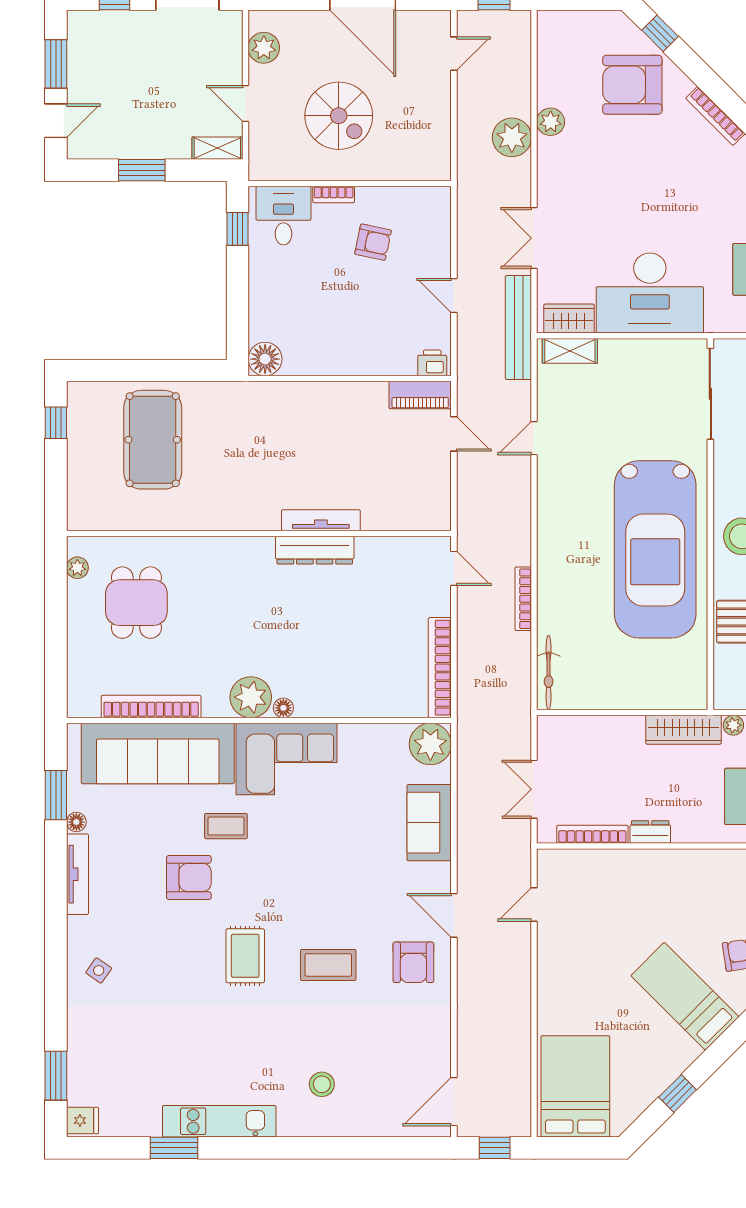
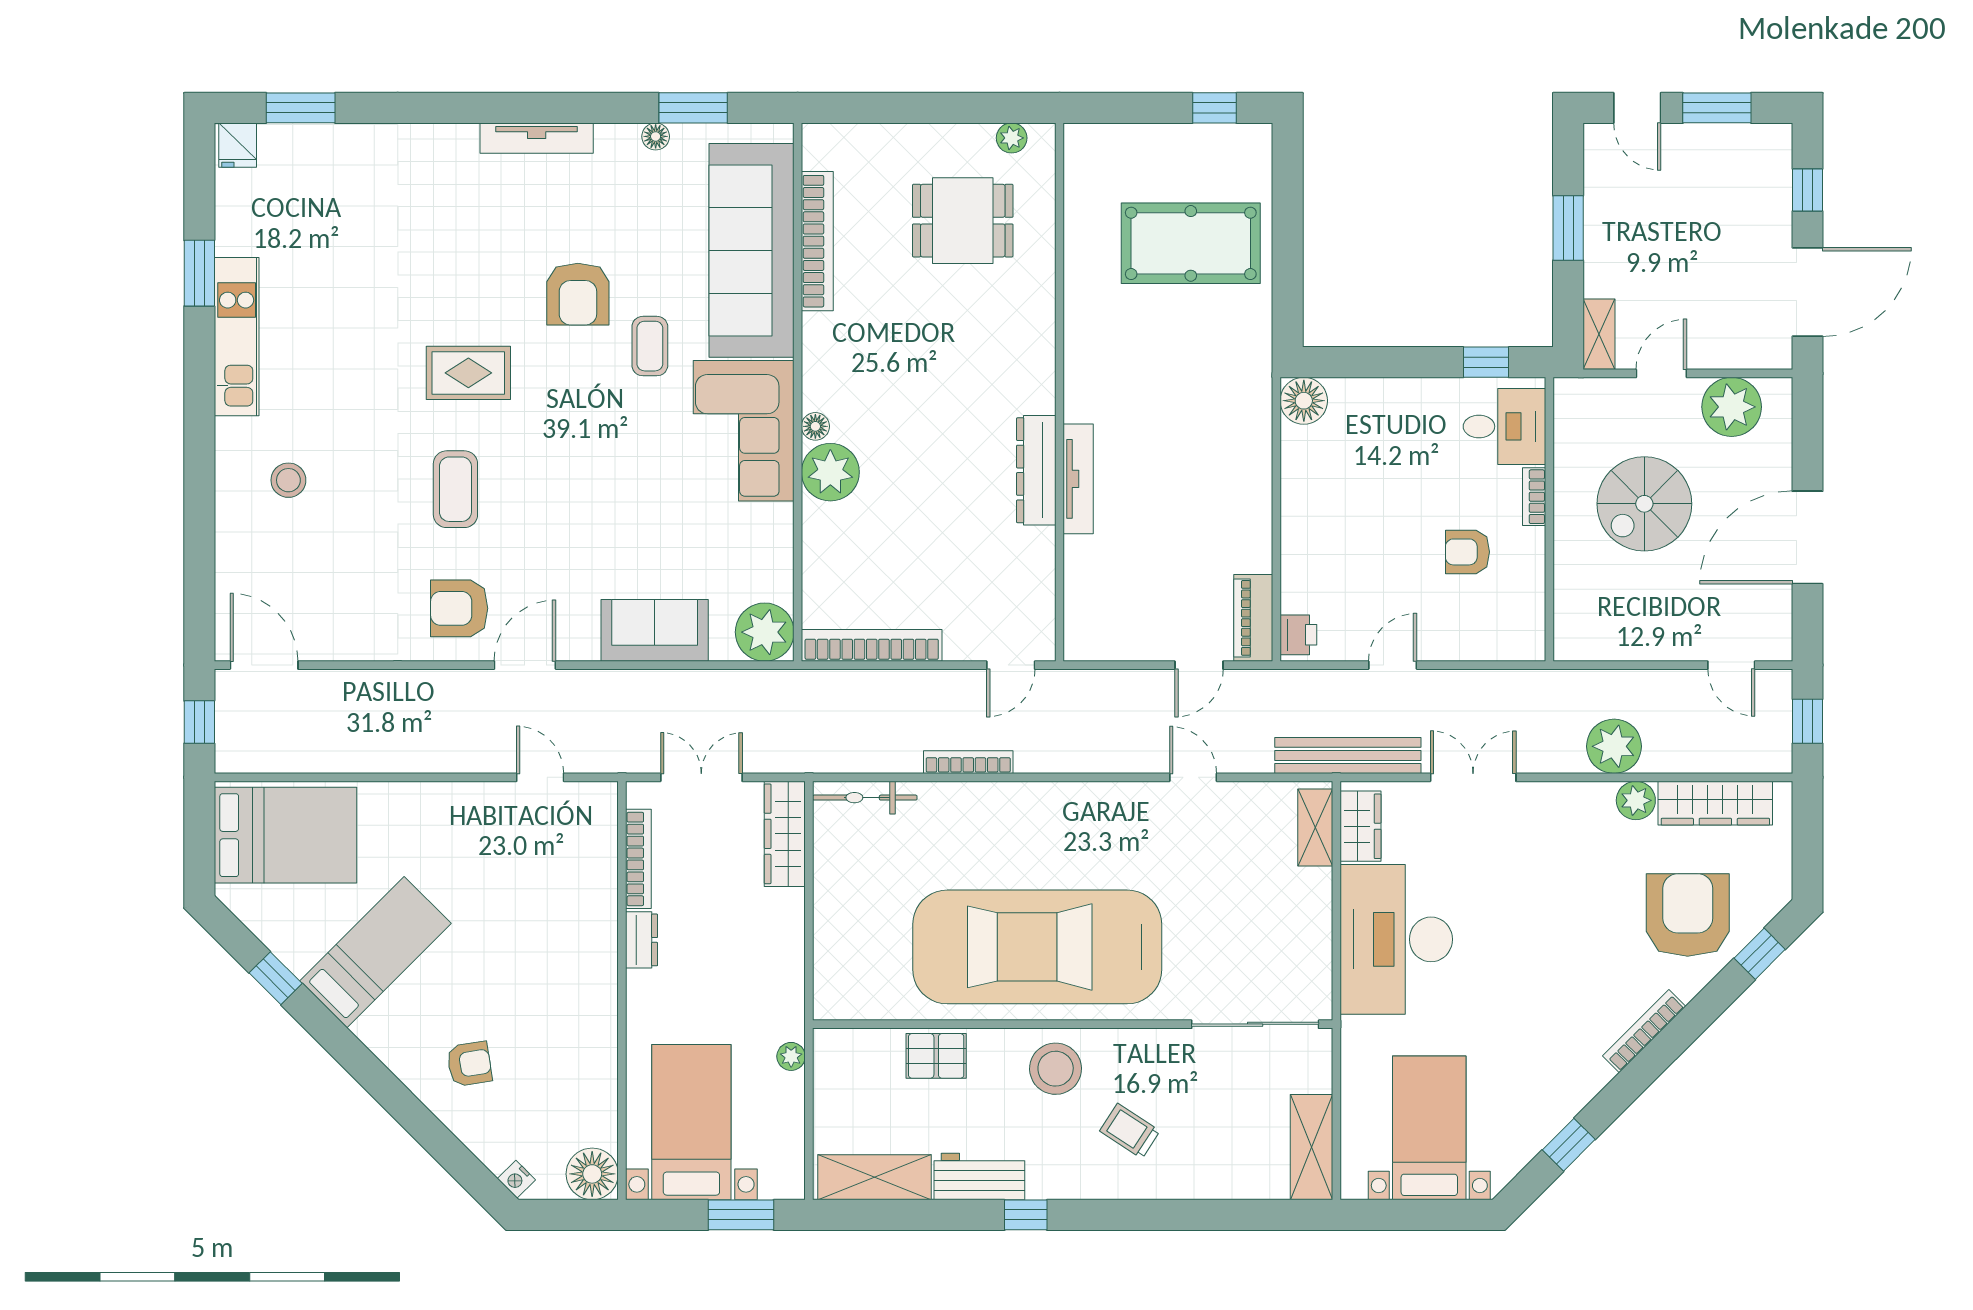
plant: (264, 48) -> (1732, 407), width x1.36, depth x1.36
wardrobe: (553, 65) -> (1715, 803), added
armchair: (373, 242) -> (1467, 552), turned 78
plant: (251, 697) -> (830, 472), moved
wardrobe: (684, 730) -> (785, 834), moved
tv unit: (77, 874) -> (537, 138), moved
side table: (99, 970) -> (448, 168), removed
bed: (685, 996) -> (375, 952), moved

